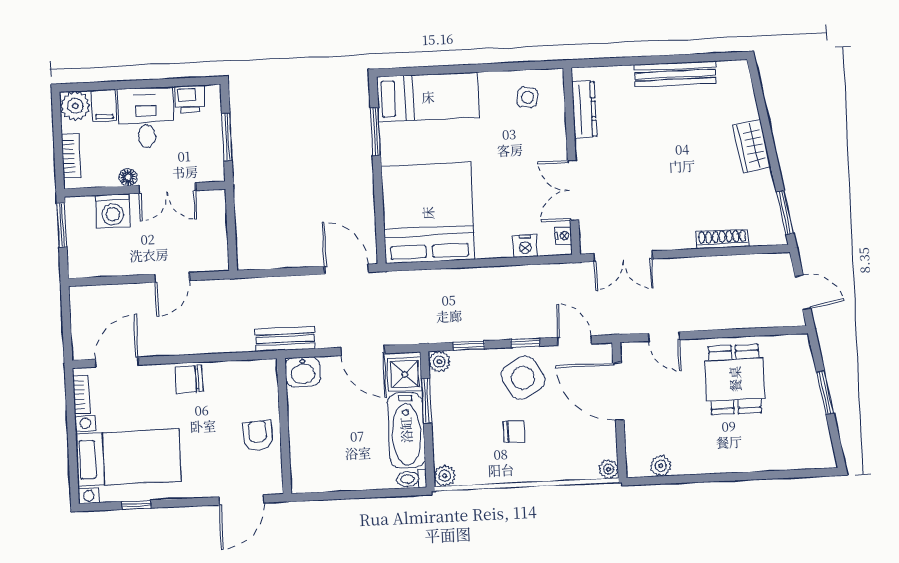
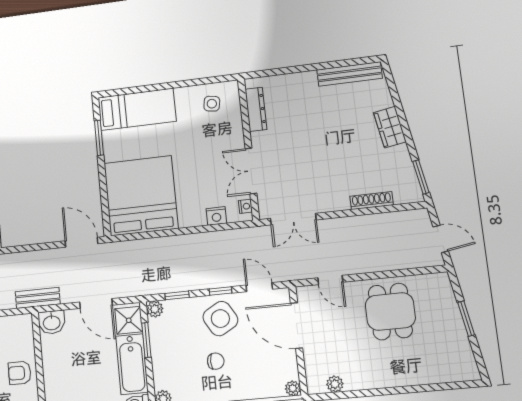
bench: (675, 74) -> (349, 74), moved
armchair: (258, 435) -> (20, 373), turned -87

